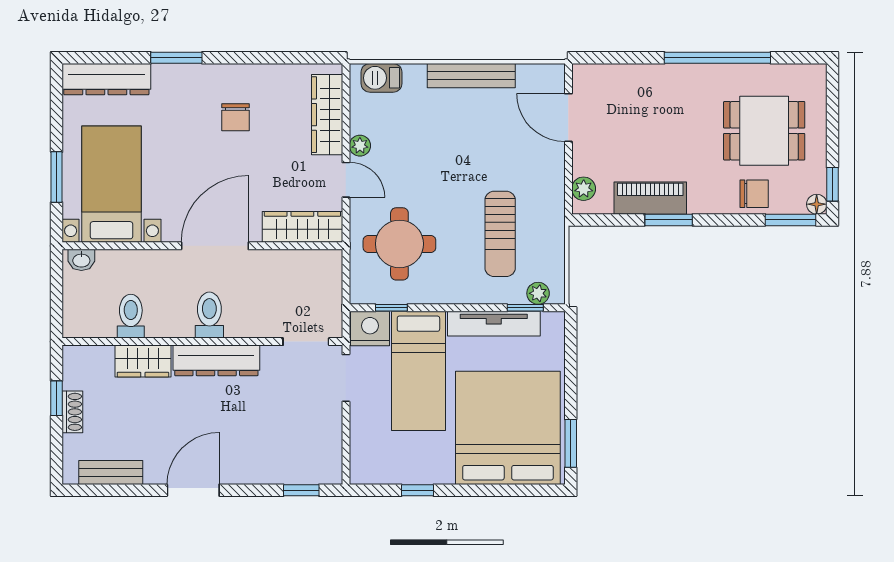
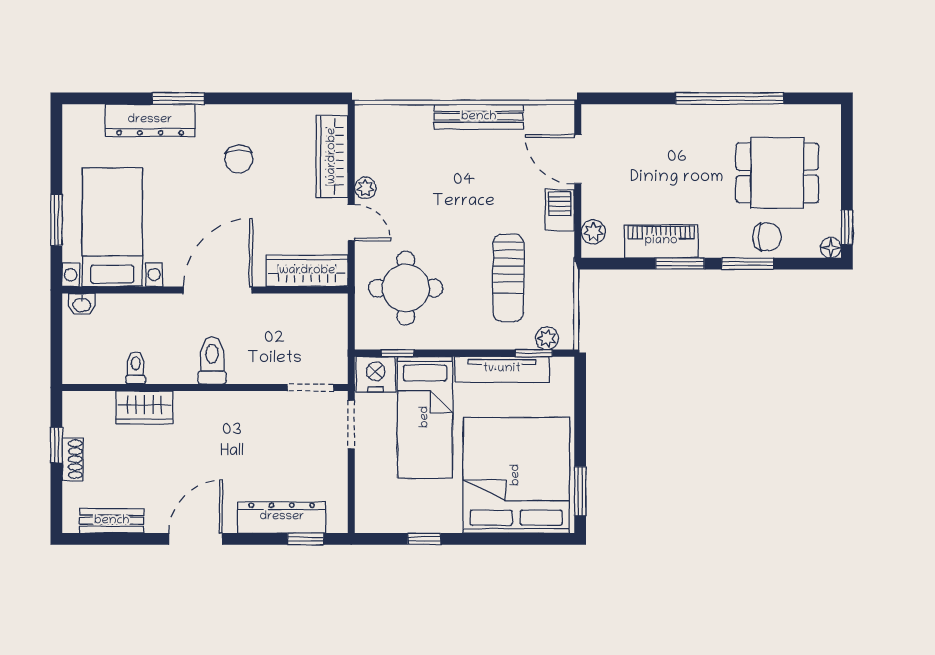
barbecue: (382, 78) -> (560, 210), moved, turned 90
dresser: (106, 79) -> (150, 120), moved
window: (791, 220) -> (748, 264), moved
toilet: (131, 316) -> (136, 368), width x0.73, depth x0.72
dresser: (216, 360) -> (282, 517), moved, turned 180

